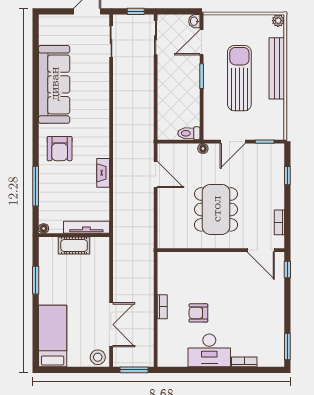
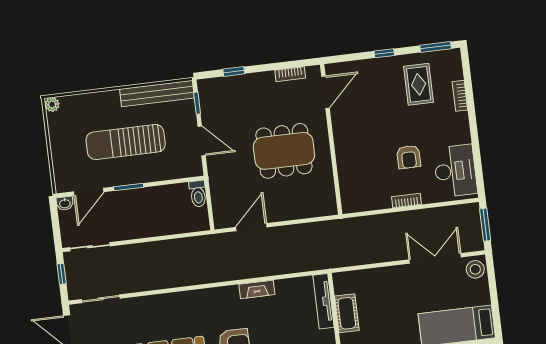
door: (202, 42) -> (89, 192), hinge flipped
bench: (277, 68) -> (157, 93), moved
floor lamp: (203, 149) -> (214, 175), removed
window: (287, 269) -> (384, 53), moved
rug: (258, 329) -> (419, 84), added
desk: (209, 350) -> (455, 171), moved

